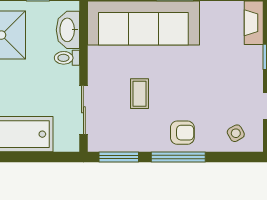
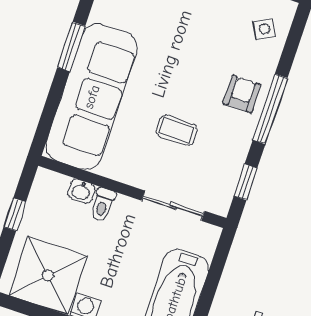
washbasin: (68, 30) -> (81, 191), width x0.52, depth x0.69
window: (119, 157) -> (246, 182), width x0.67

